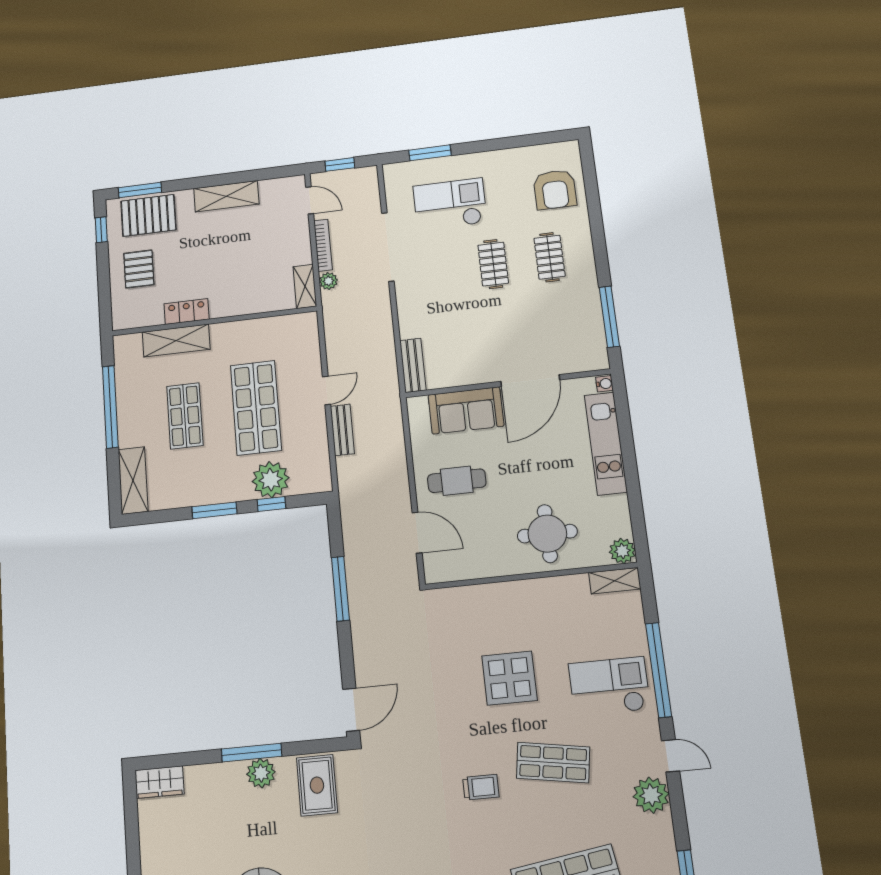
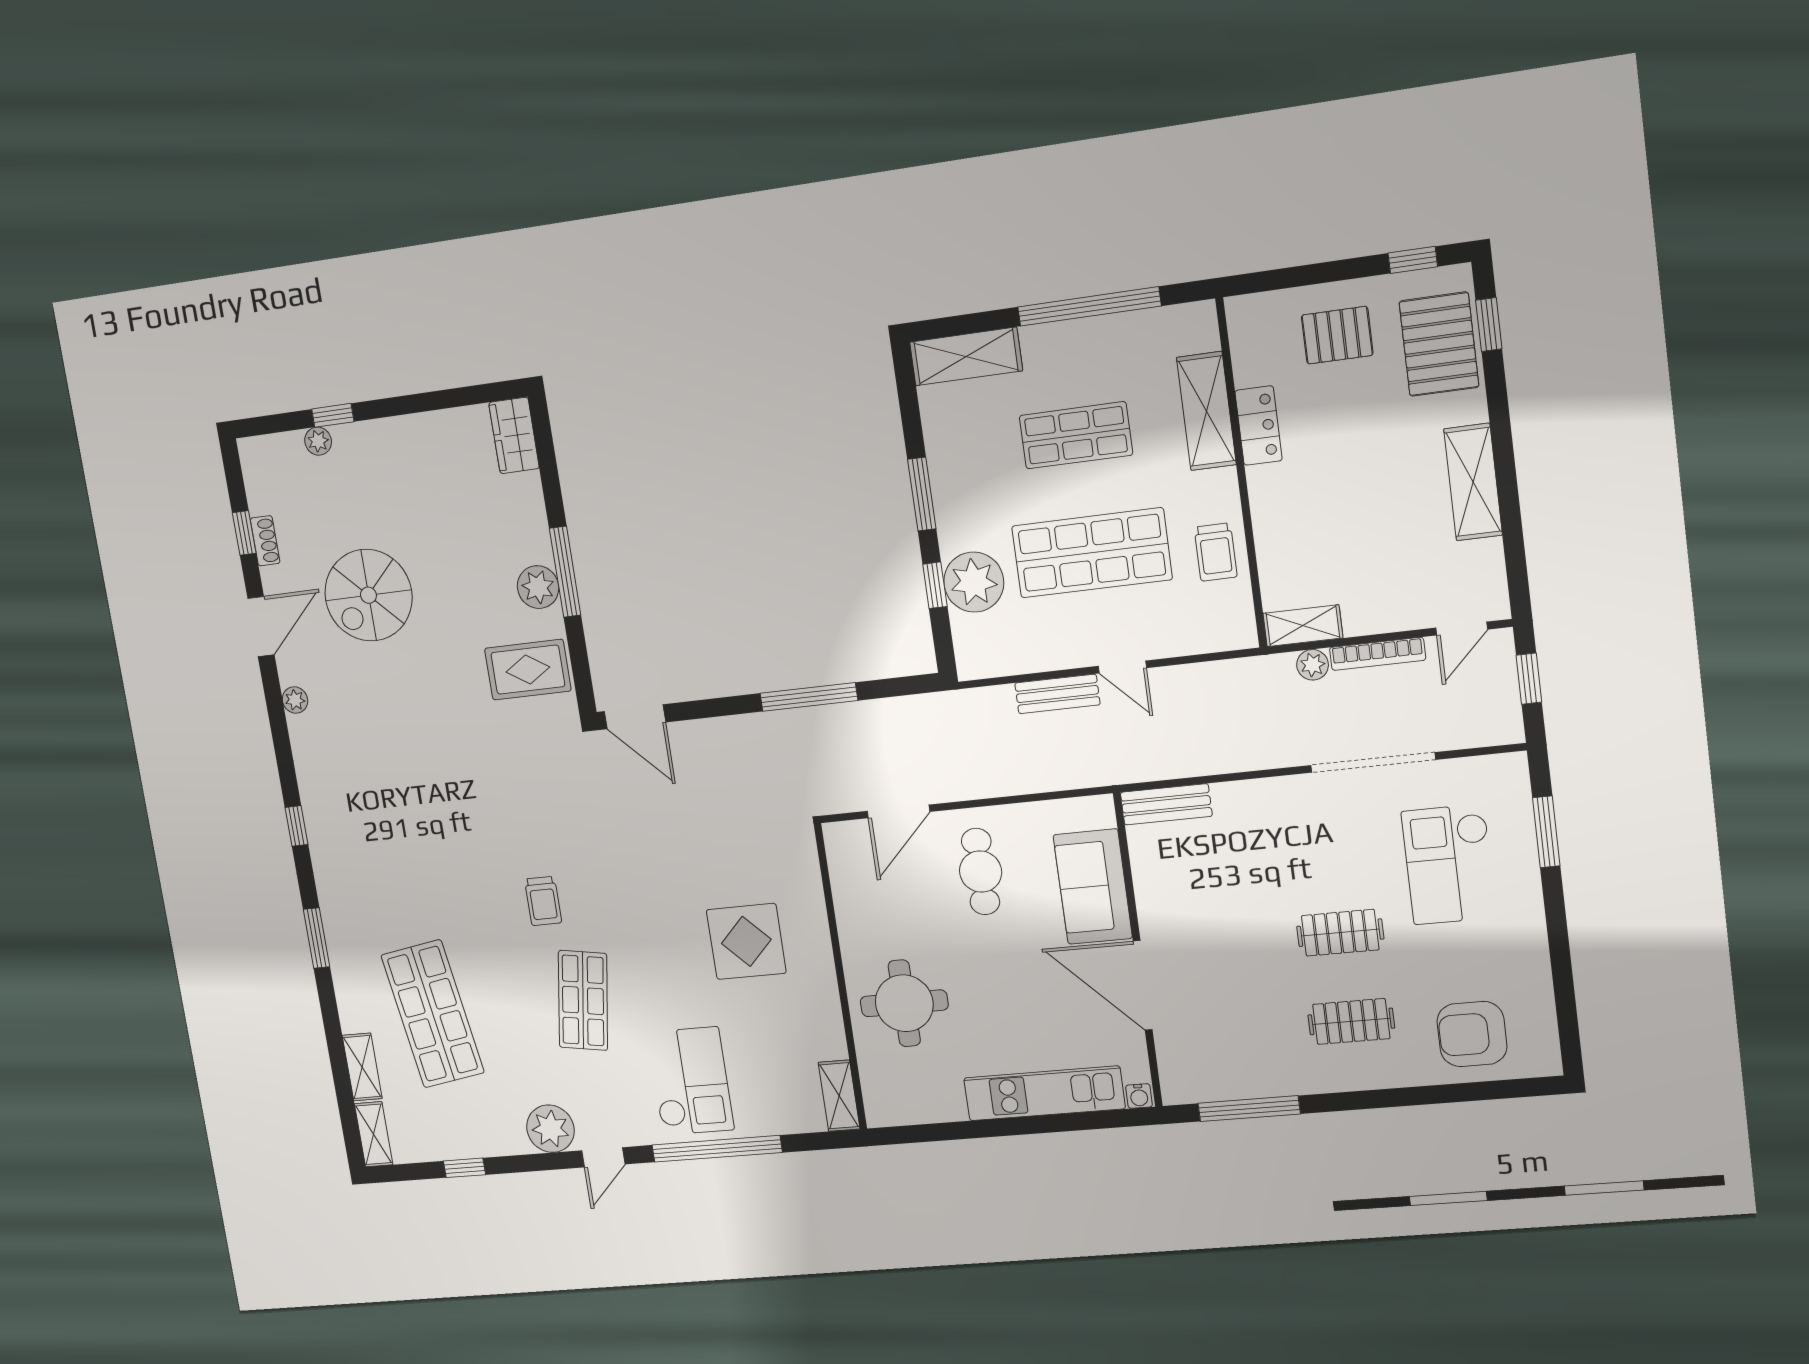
window: (140, 190) -> (1489, 325), width x0.67
checkout: (450, 204) -> (1449, 864), turned 180
trolley: (259, 336) -> (1216, 552), added
plant: (622, 551) -> (883, 1109), removed
display table: (509, 678) -> (746, 941), moved

